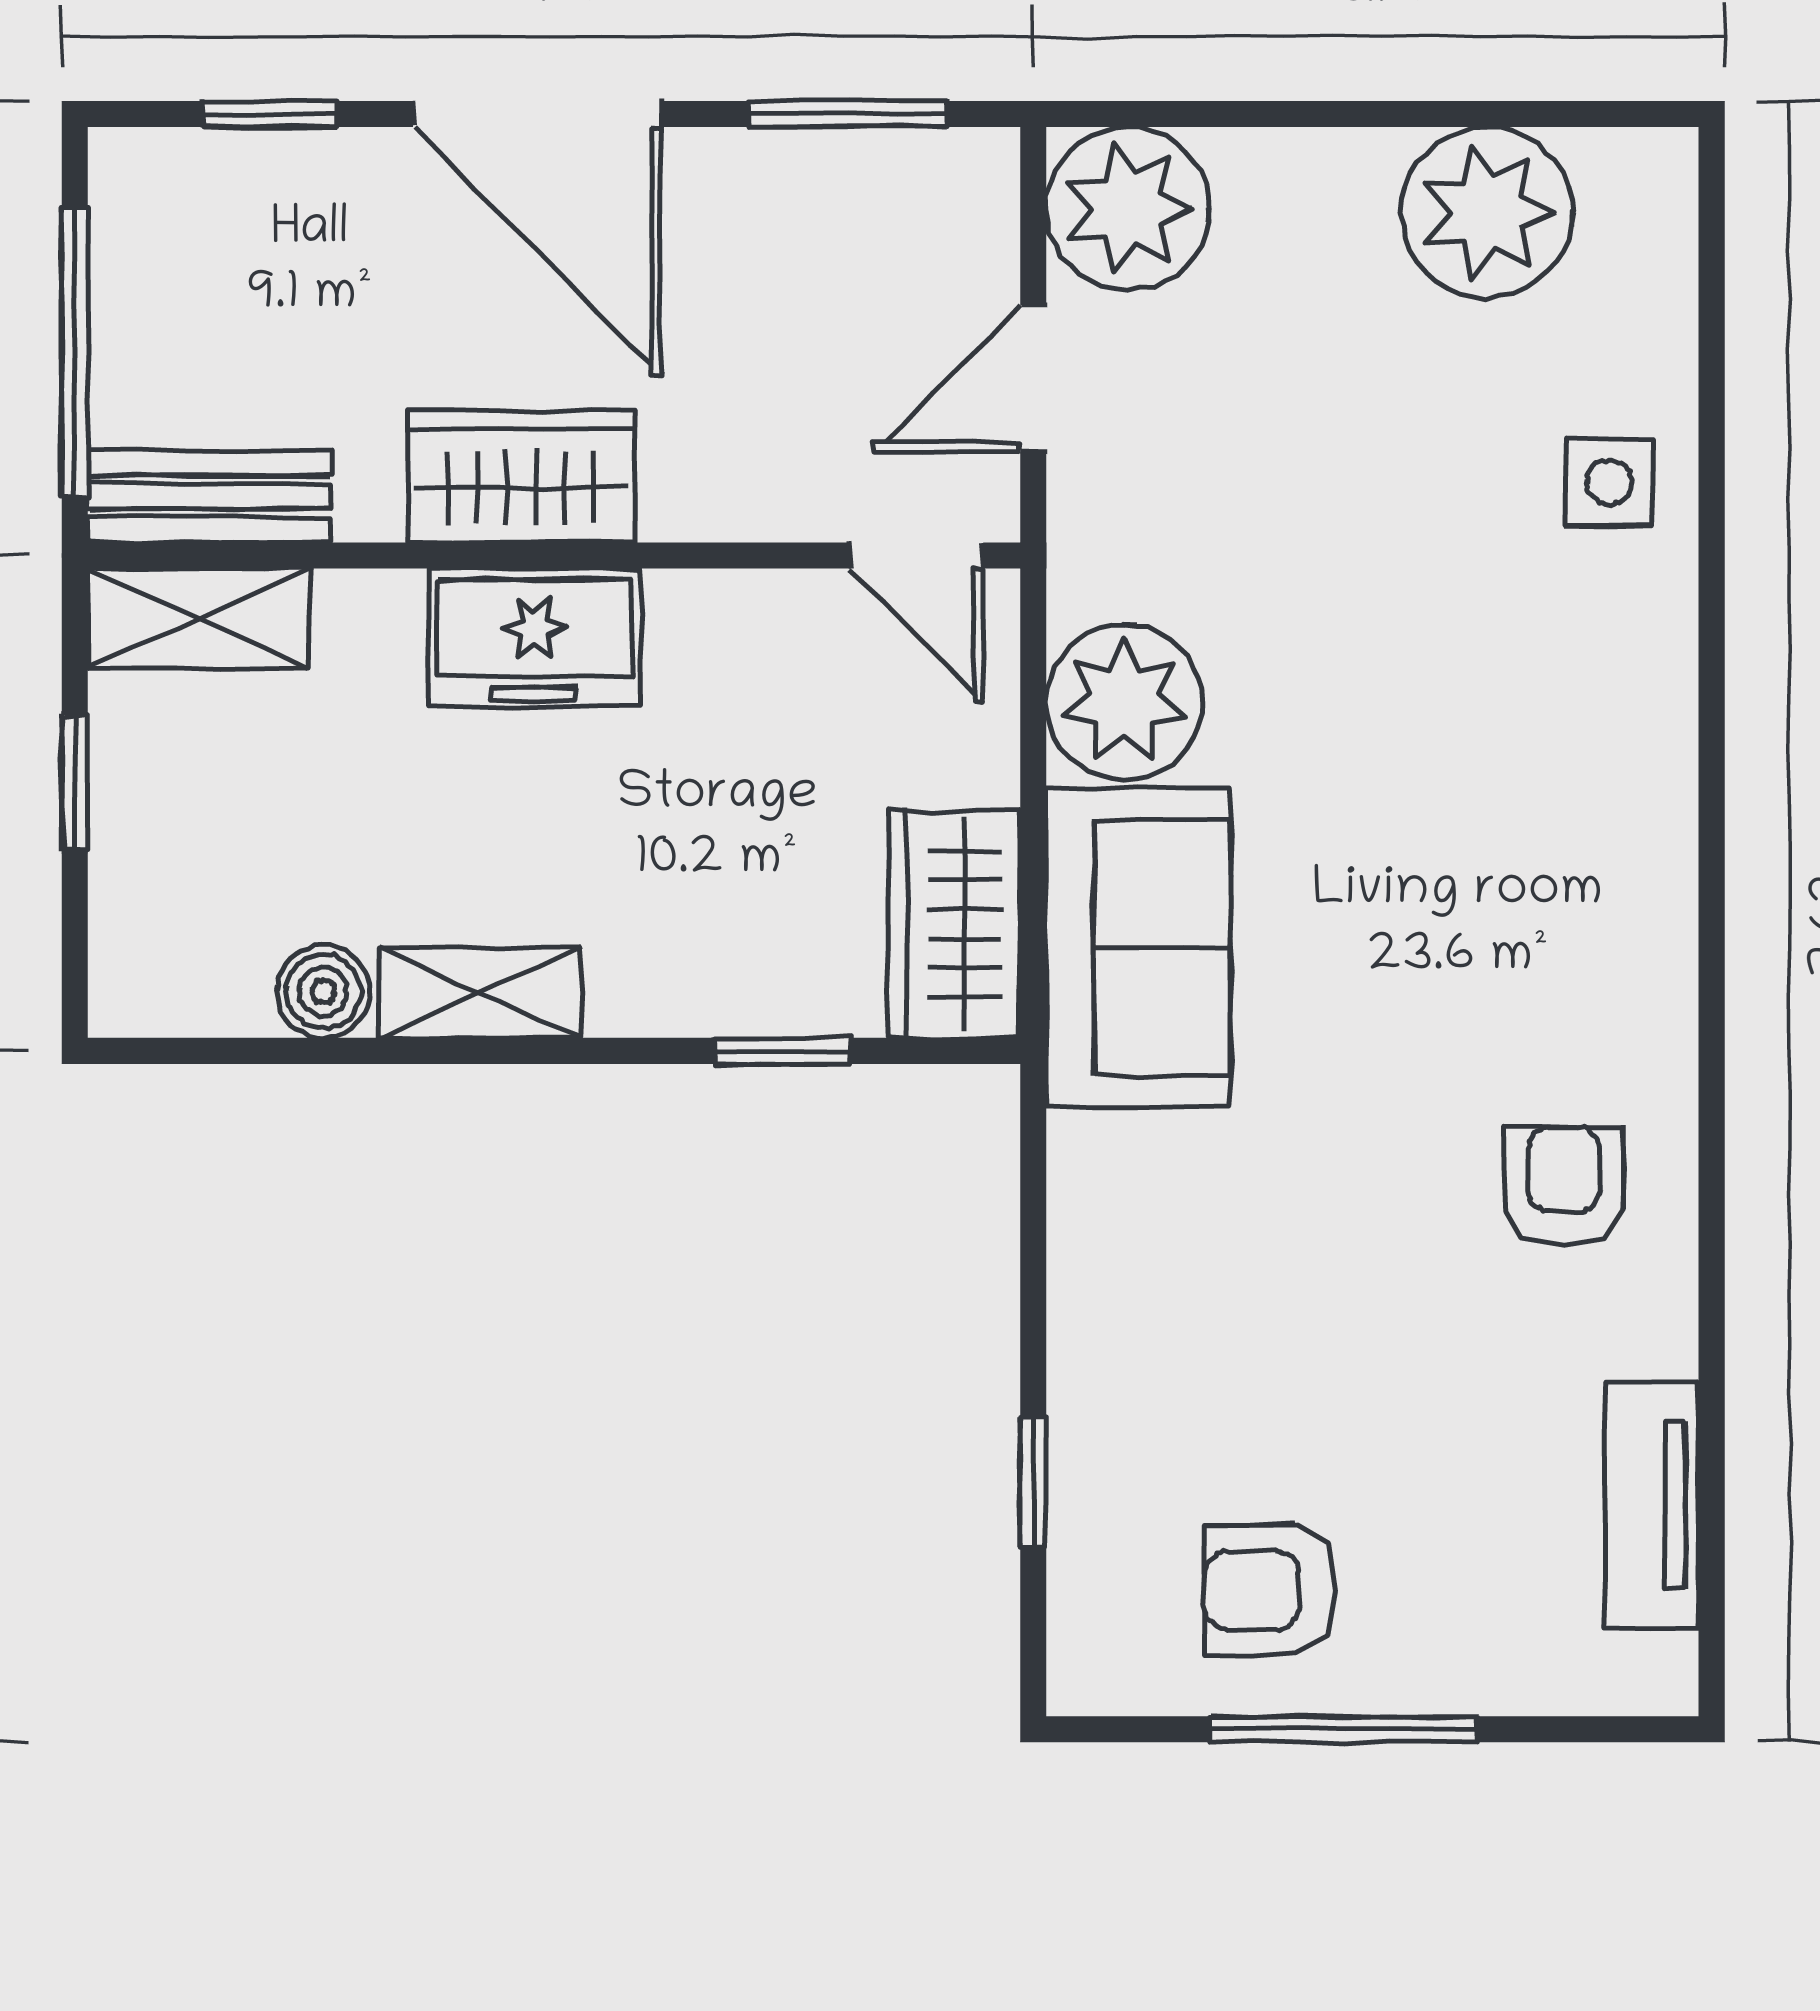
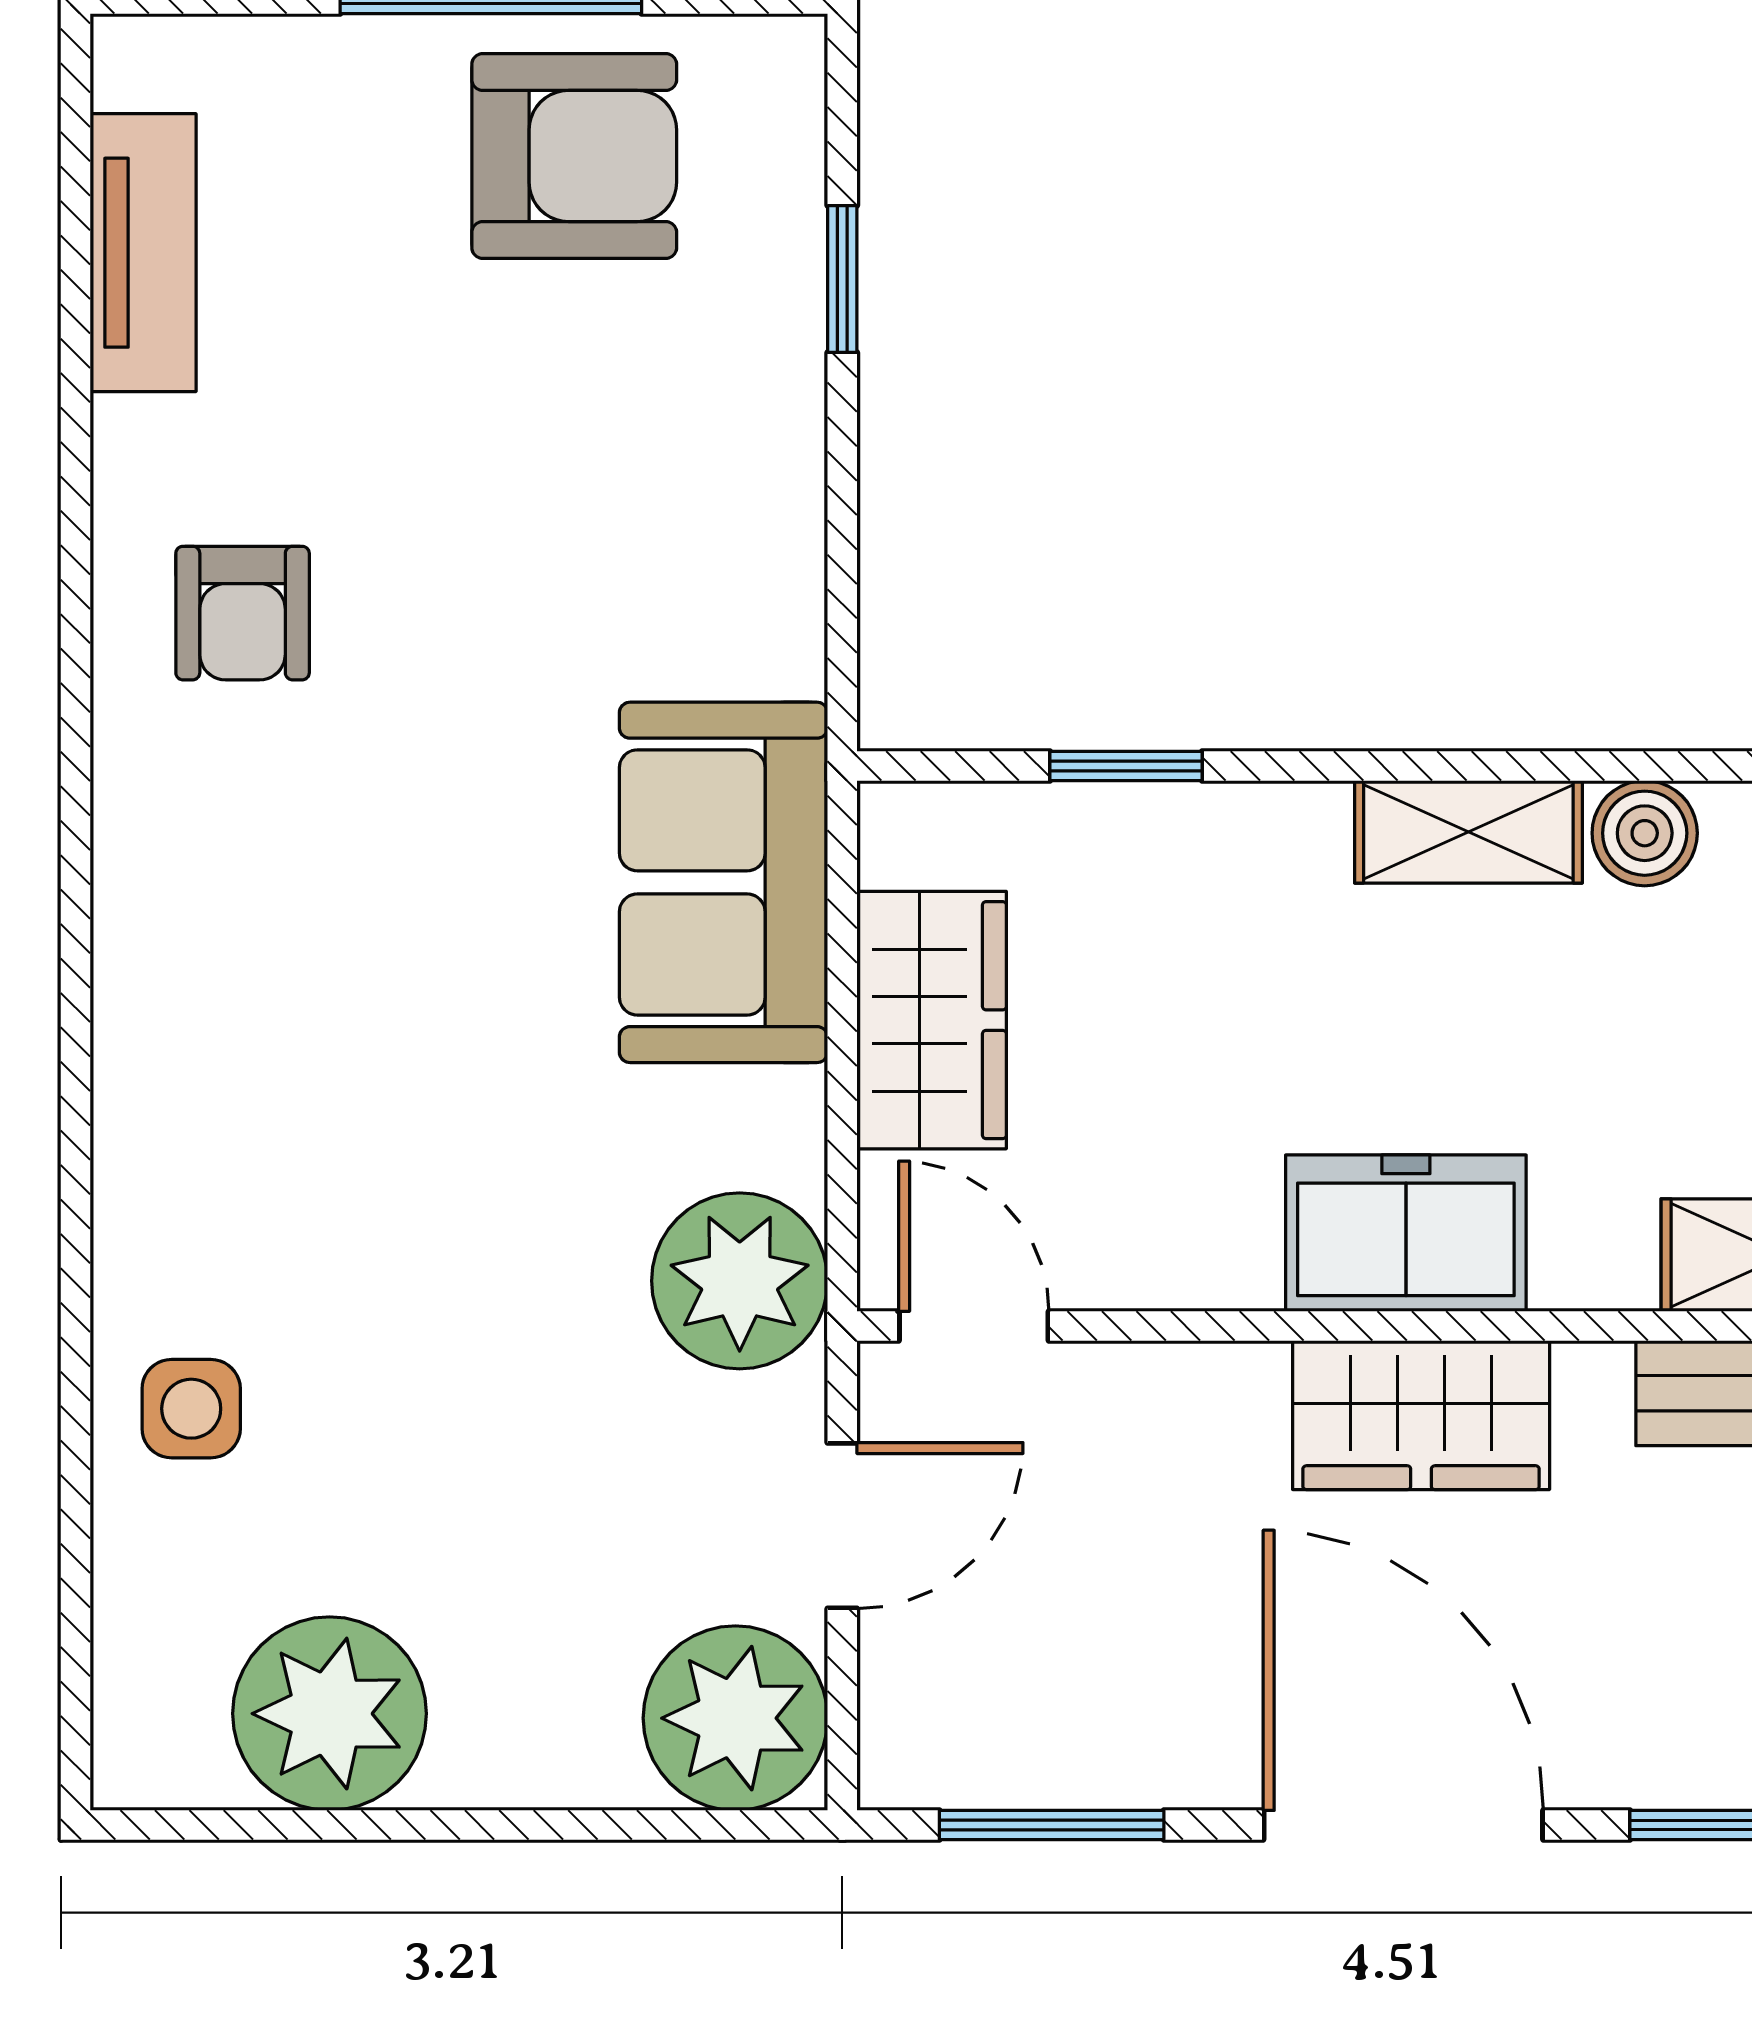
plant: (1124, 702) -> (740, 1281), moved
wardrobe: (954, 924) -> (932, 1020), moved
armchair: (1270, 1590) -> (574, 156), width x1.38, depth x1.38

